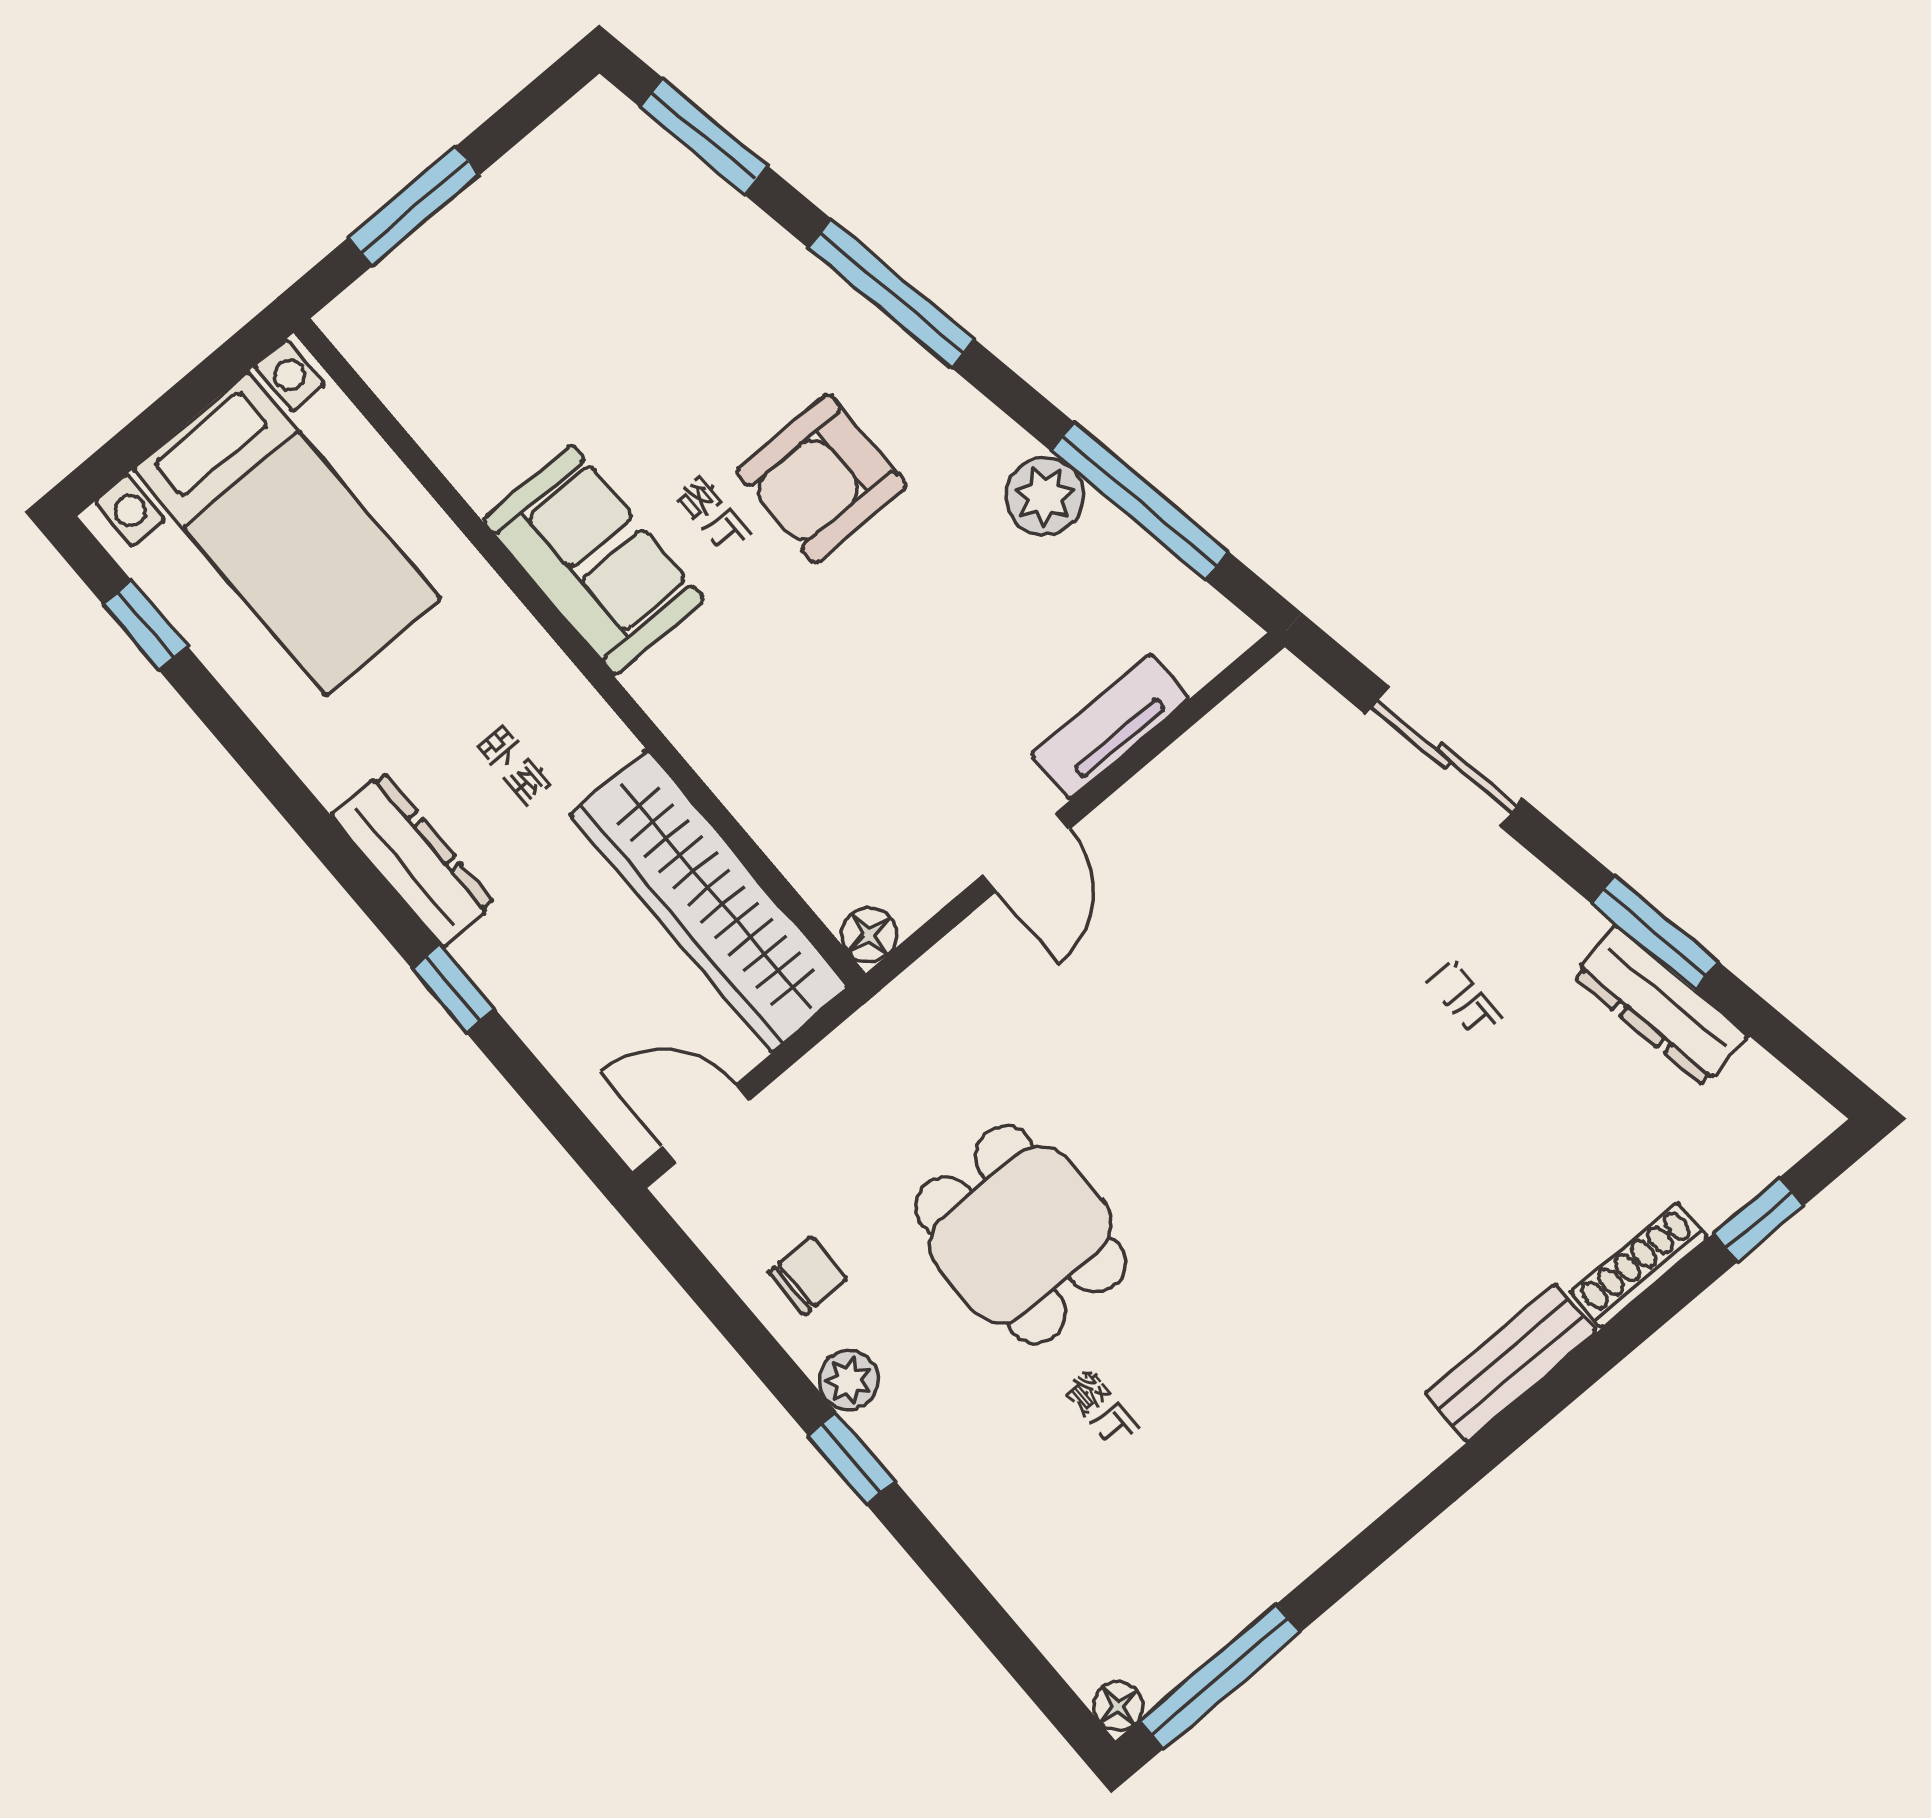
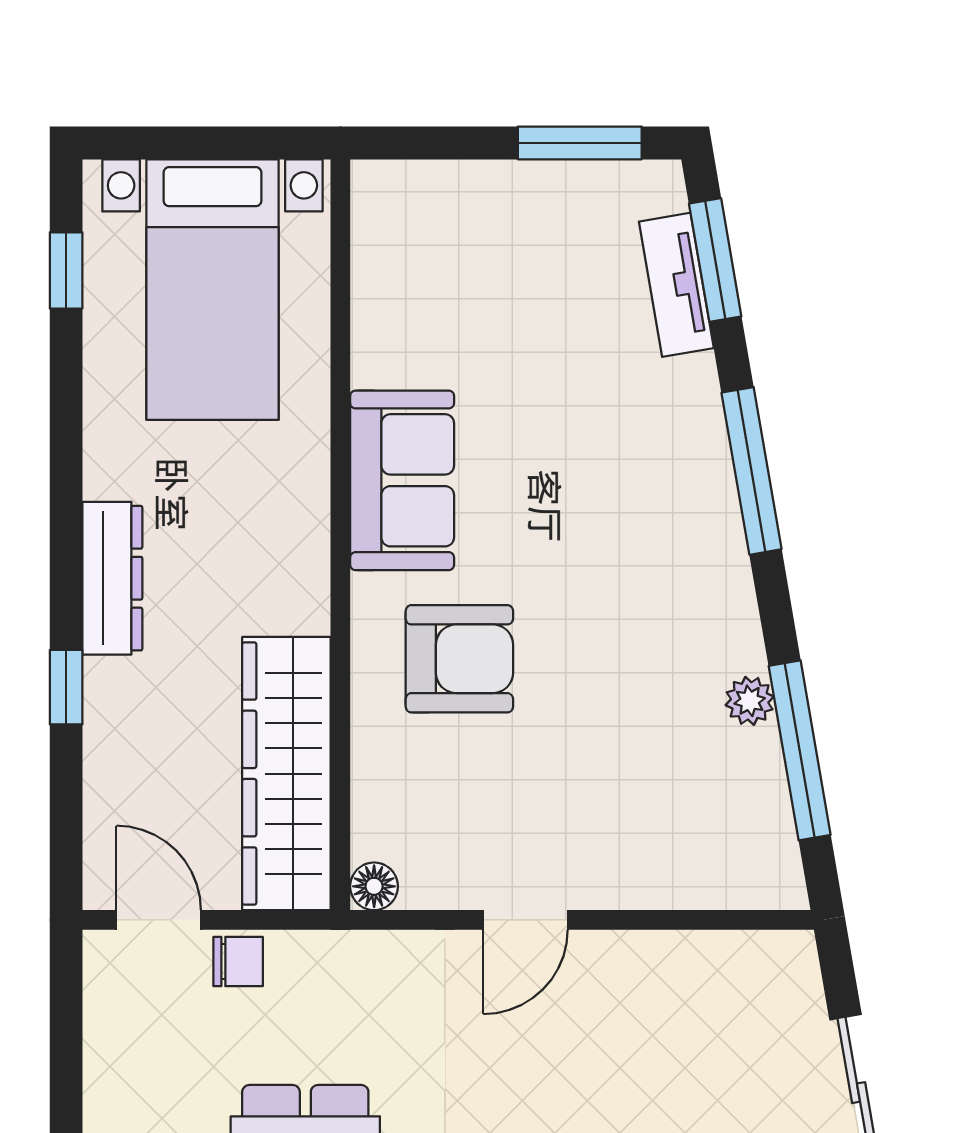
window: (414, 206) -> (580, 143), moved
armchair: (821, 478) -> (459, 659), moved, turned 180
plant: (1045, 496) -> (750, 701), width x0.73, depth x0.73
tv unit: (1110, 727) -> (676, 285), moved, turned -100
chair: (808, 1276) -> (238, 961), moved

